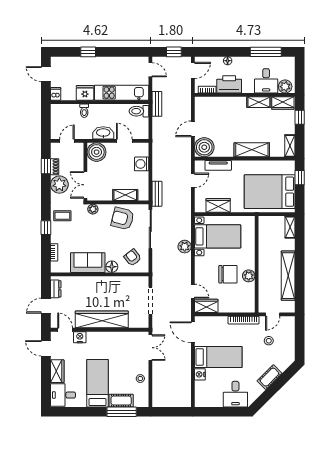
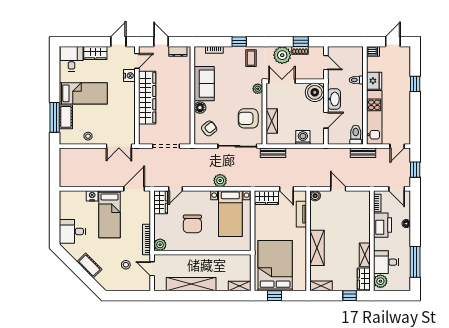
boiler: (204, 147) -> (315, 196), width x0.54, depth x0.54
window: (300, 178) -> (274, 296), moved
wardrobe: (218, 205) -> (266, 198), moved, turned 90
armchair: (123, 219) -> (248, 118), turned -104
plant: (249, 276) -> (160, 245), moved

